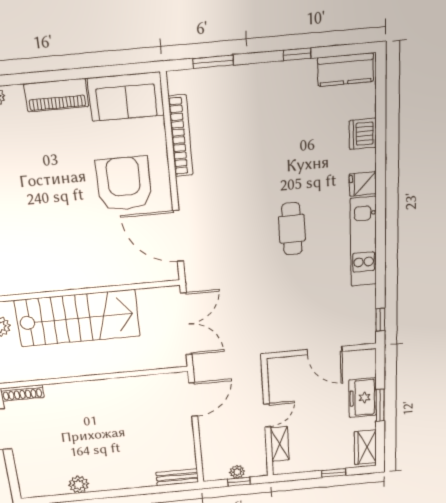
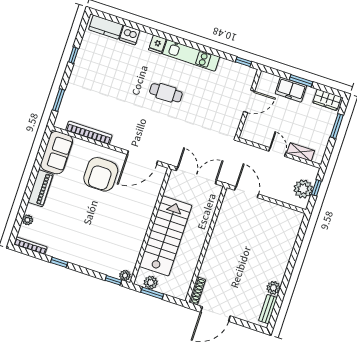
kitchen counter: (346, 70) -> (106, 27), moved, turned 90
armchair: (124, 184) -> (101, 174), turned -90
plant: (237, 472) -> (303, 189), width x1.88, depth x1.88
window: (334, 473) -> (337, 126), width x1.50
bench: (177, 477) -> (268, 309), moved

